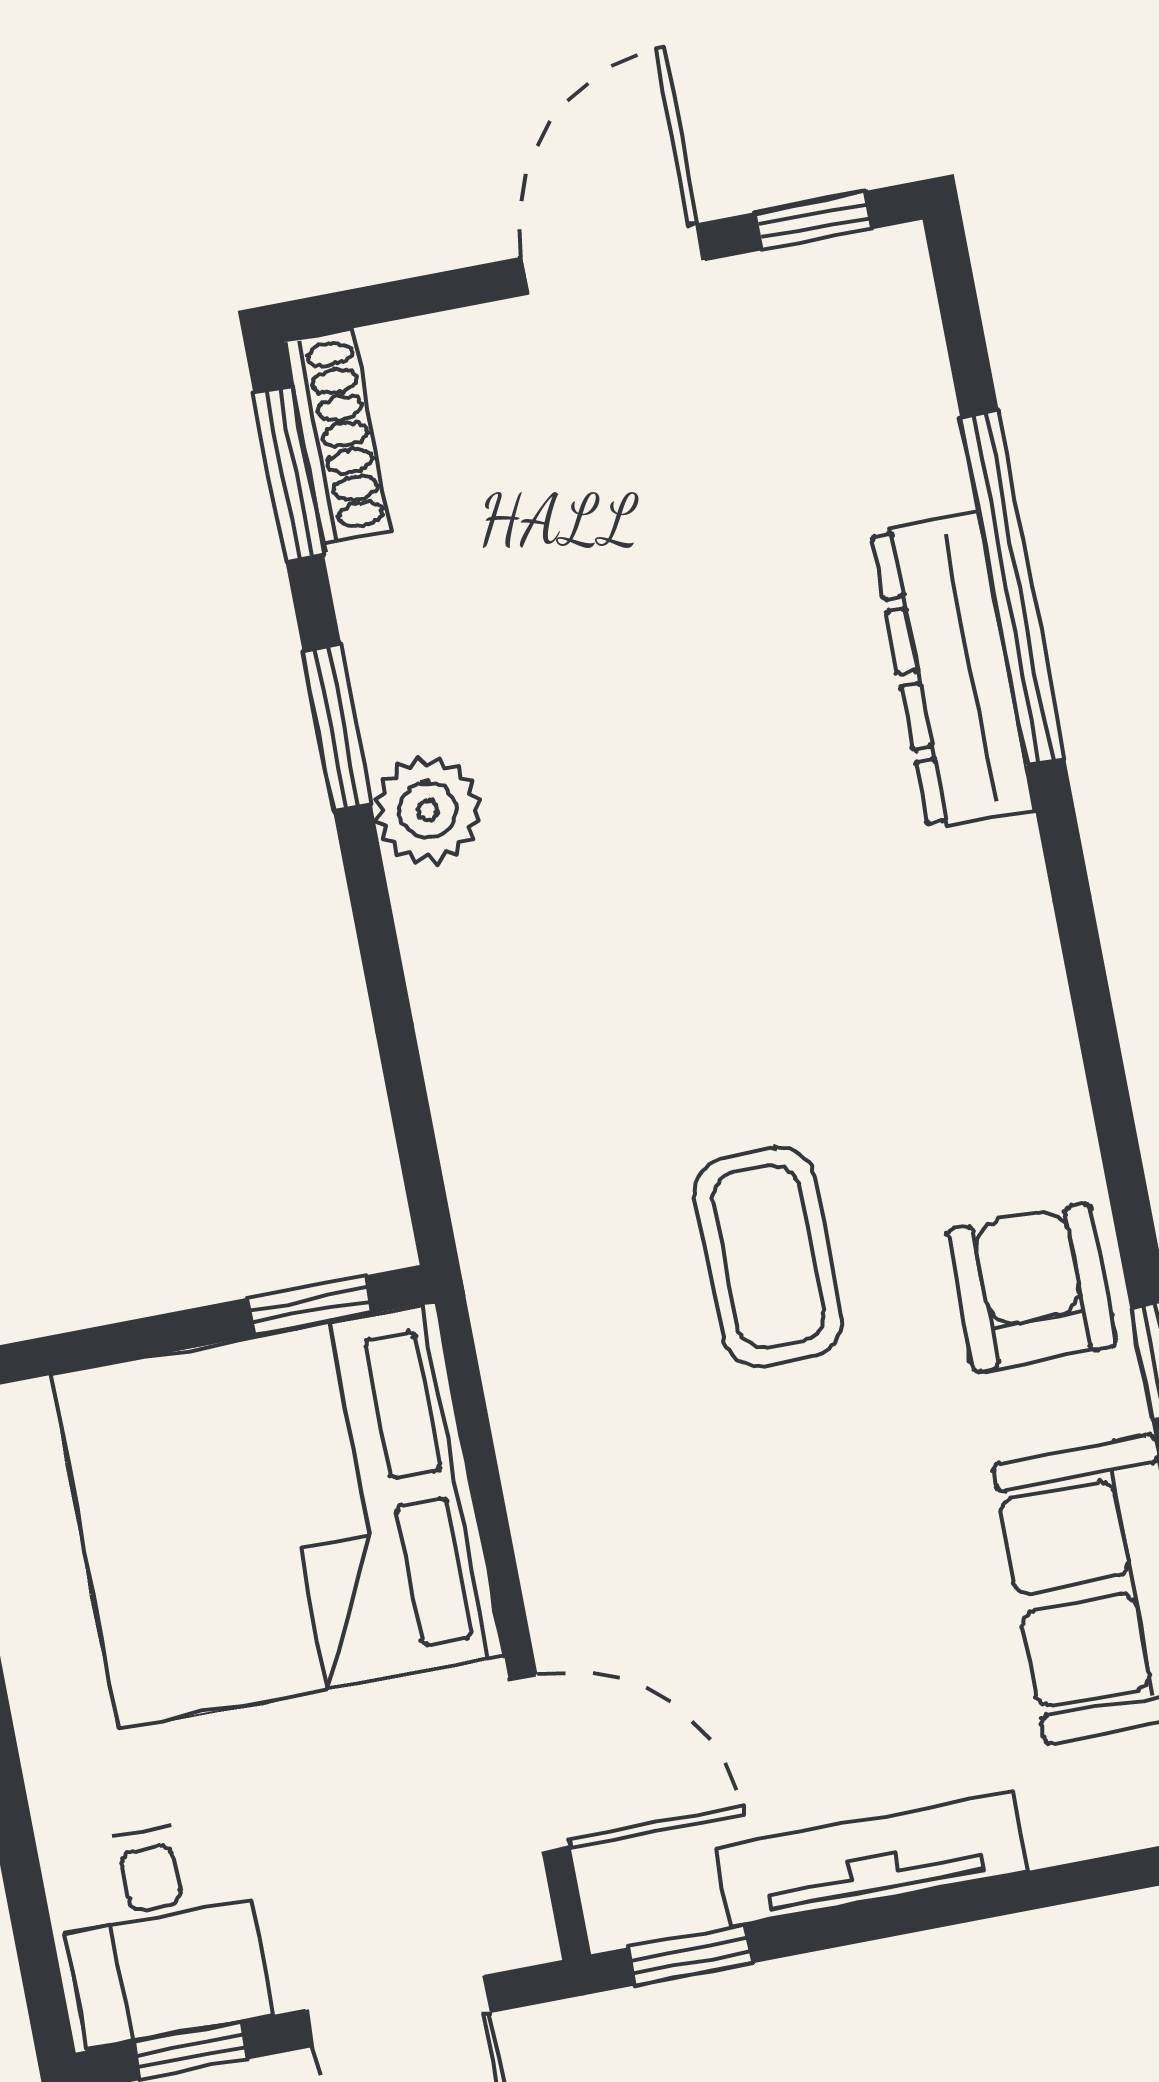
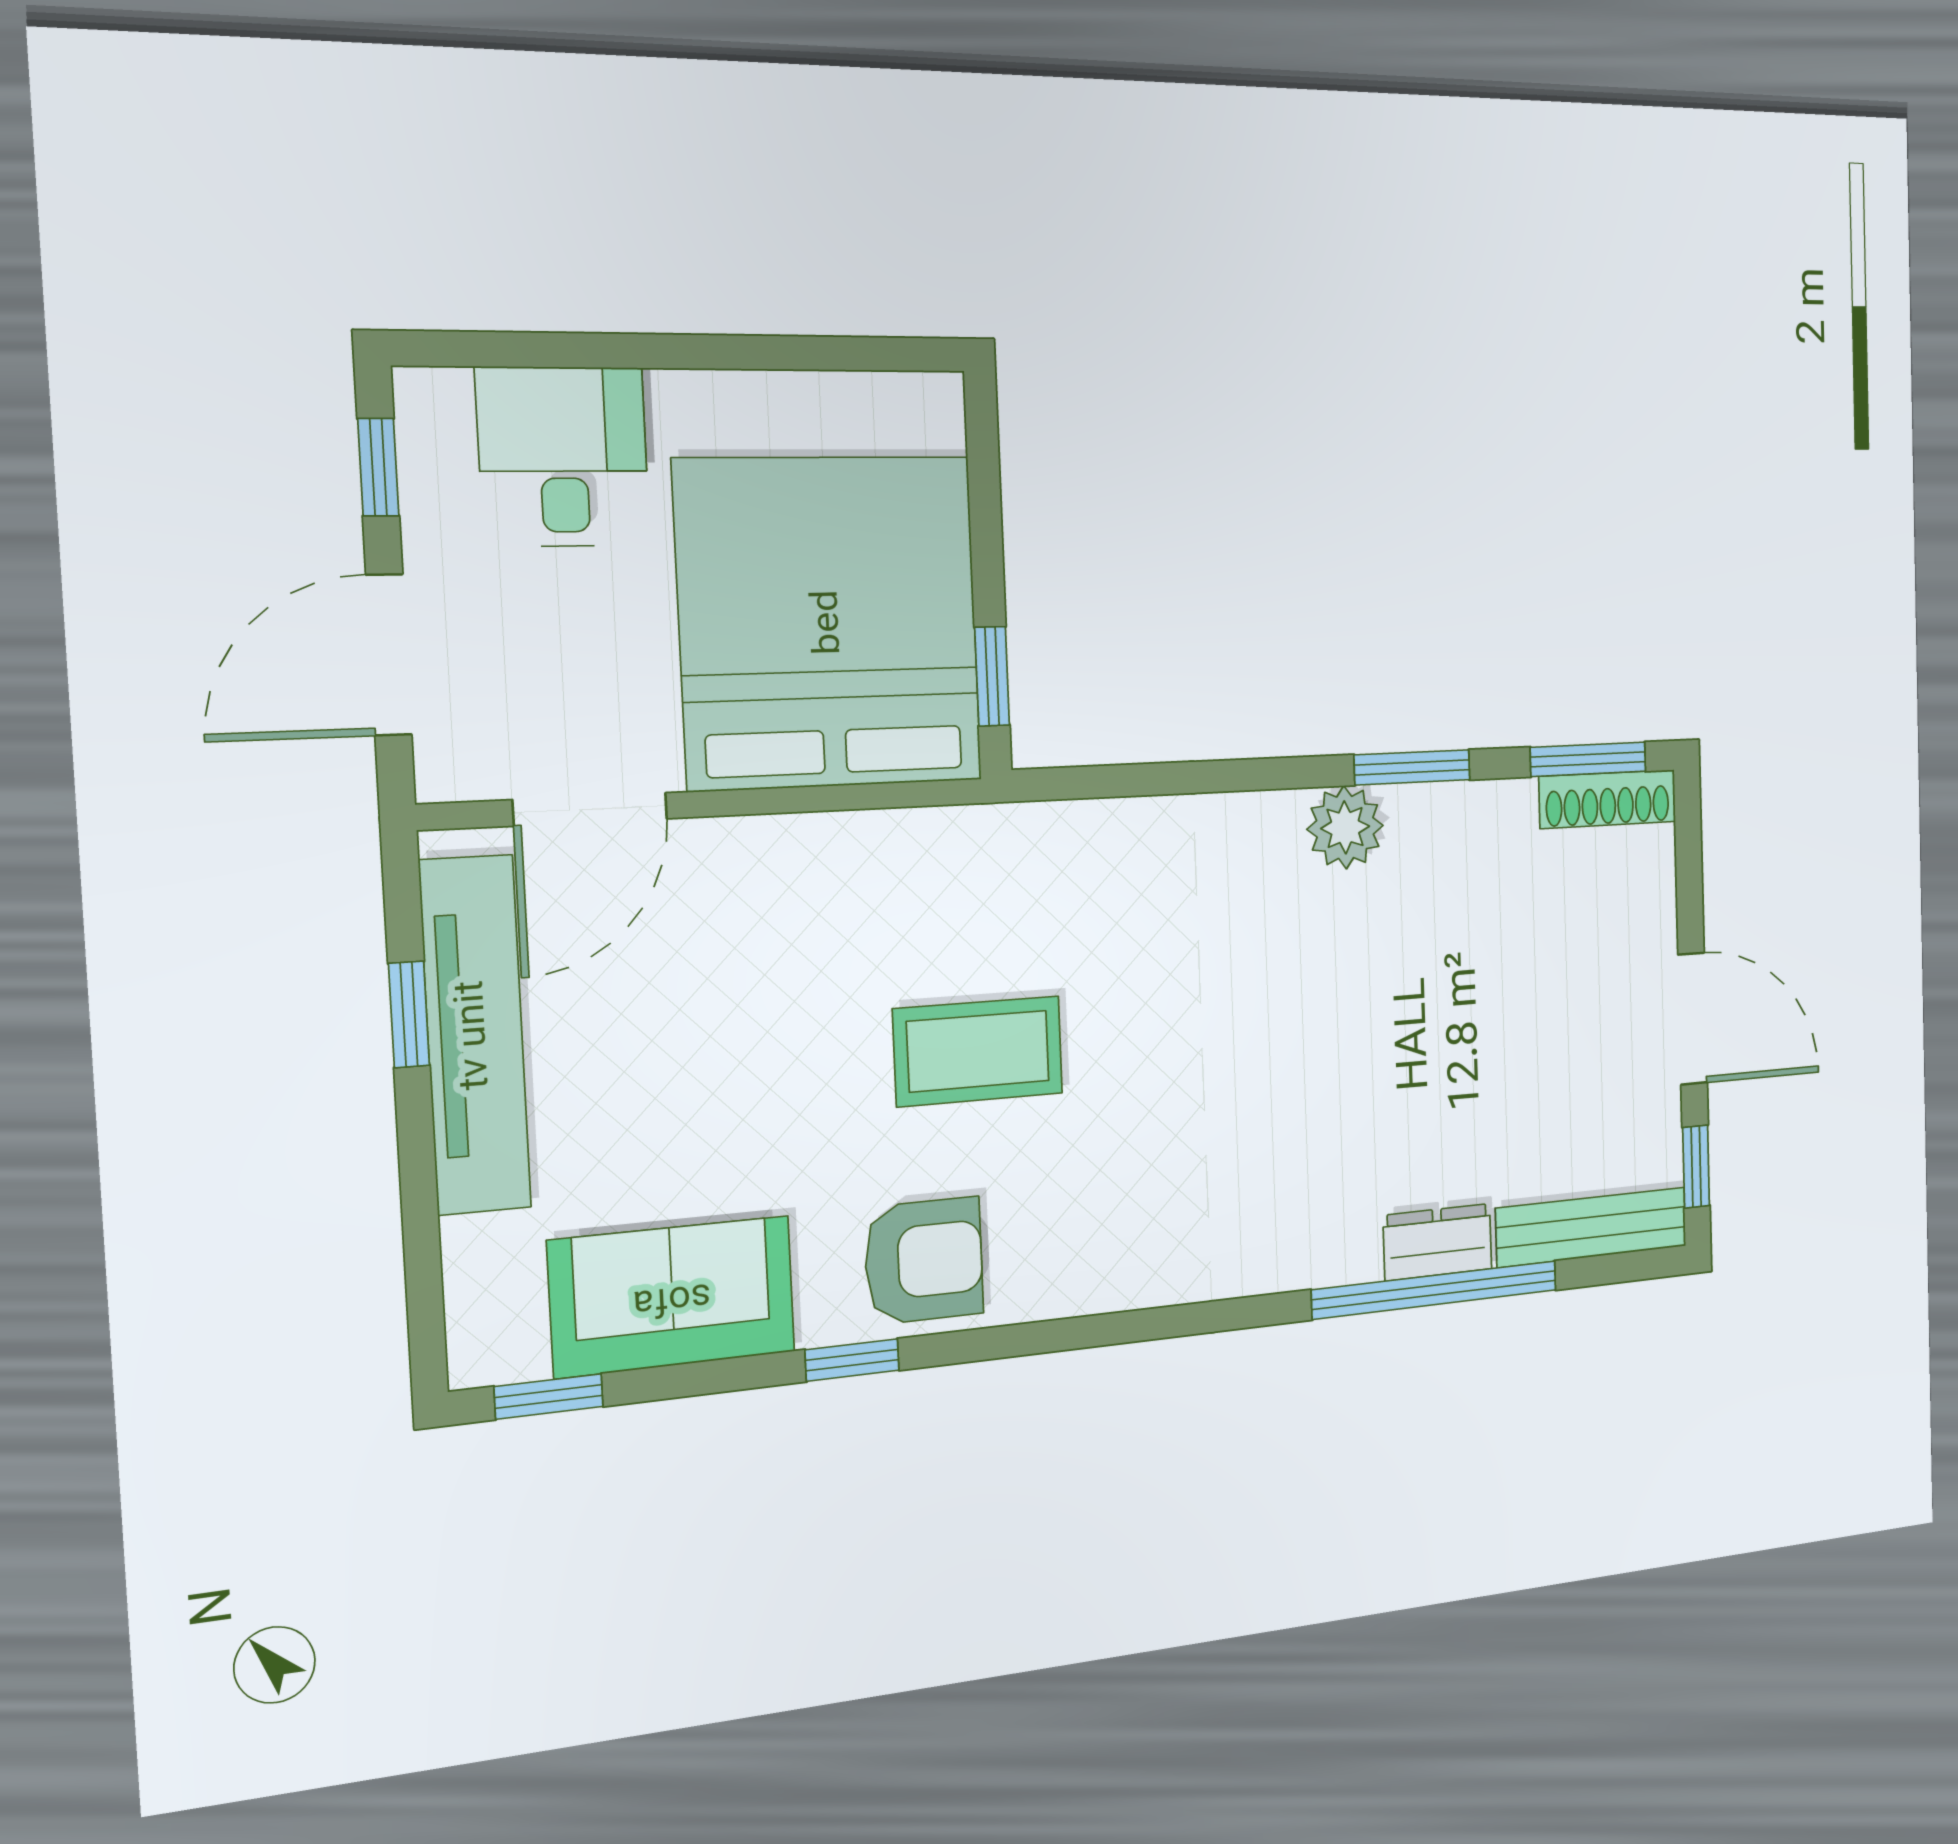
bench: (910, 369) -> (1592, 1227), added
dresser: (953, 671) -> (1438, 1242), width x0.51, depth x0.80
tv unit: (872, 1859) -> (475, 1035), width x1.36, depth x1.29
desk: (161, 1932) -> (563, 457), moved, turned 90
window: (691, 1955) -> (409, 1014), moved

